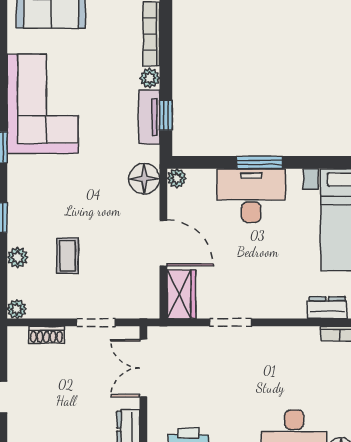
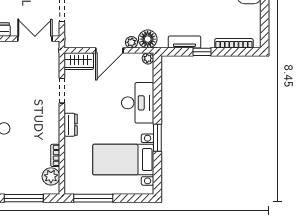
plant: (150, 78) -> (131, 42), moved
window: (166, 115) -> (202, 52), moved
window: (260, 162) -> (157, 138), moved
dresser: (327, 308) -> (71, 125), moved

